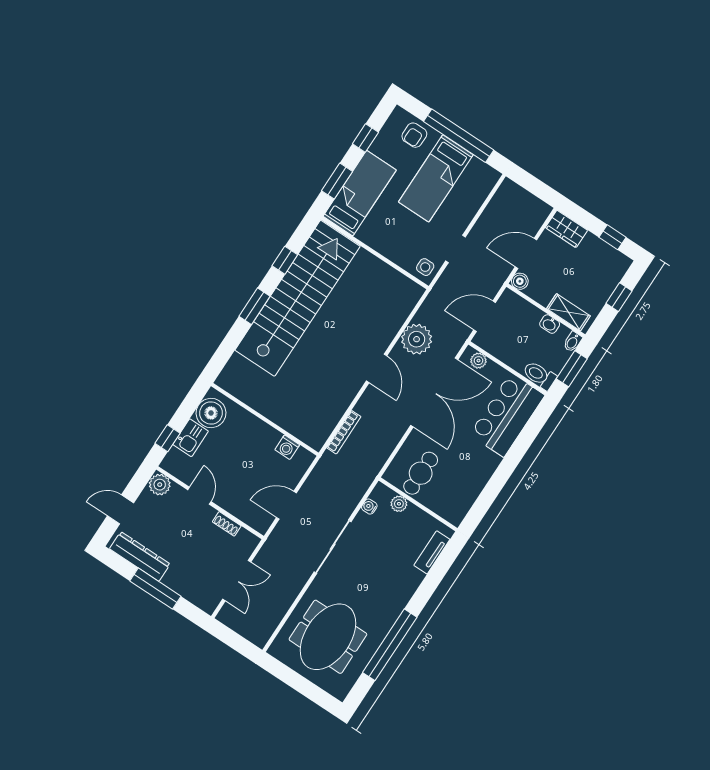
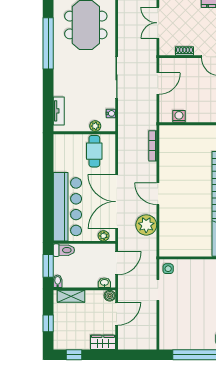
bed: (436, 178) -> (195, 322), removed
washbasin: (550, 324) -> (104, 283), moved
bar counter: (507, 415) -> (67, 207), width x1.36

